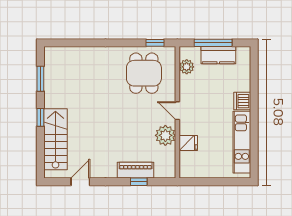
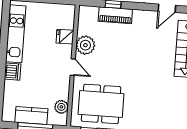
dining table: (144, 73) -> (101, 104), width x1.37

